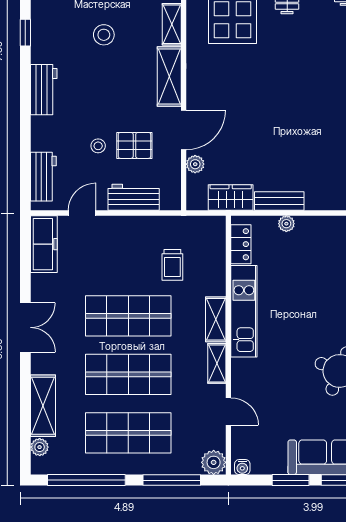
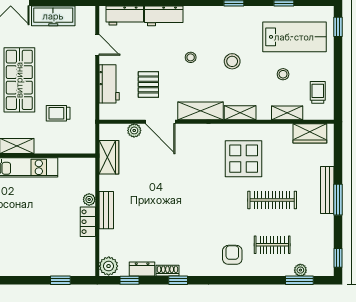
workbench: (44, 90) -> (164, 16), moved
stool: (98, 146) -> (191, 57), moved
bench: (279, 201) -> (106, 210), moved
freezer: (44, 244) -> (53, 16), moved
locker: (241, 244) -> (88, 222), moved, turned 90

